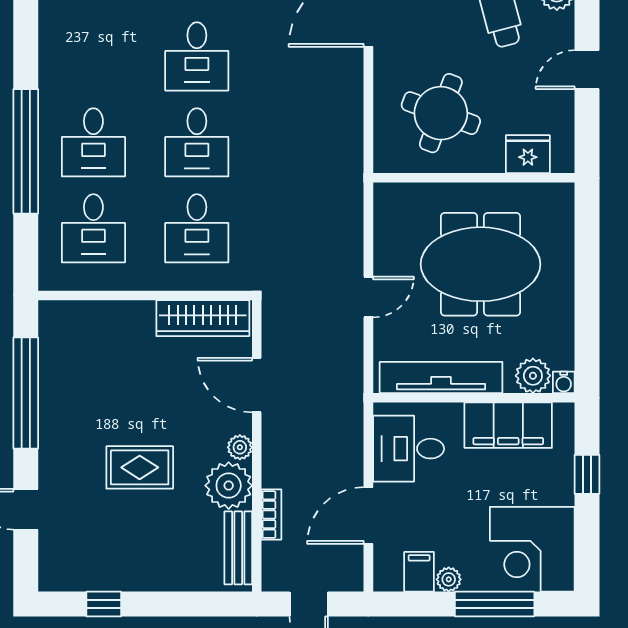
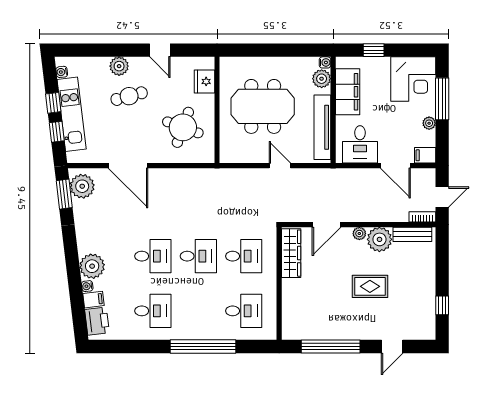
desk: (93, 142) -> (153, 311), moved
meeting table: (481, 264) -> (263, 106), turned 90
rug: (140, 467) -> (370, 286), turned 90
bookcase: (271, 515) -> (422, 217), moved
filing cabinet: (419, 572) -> (425, 155), moved

